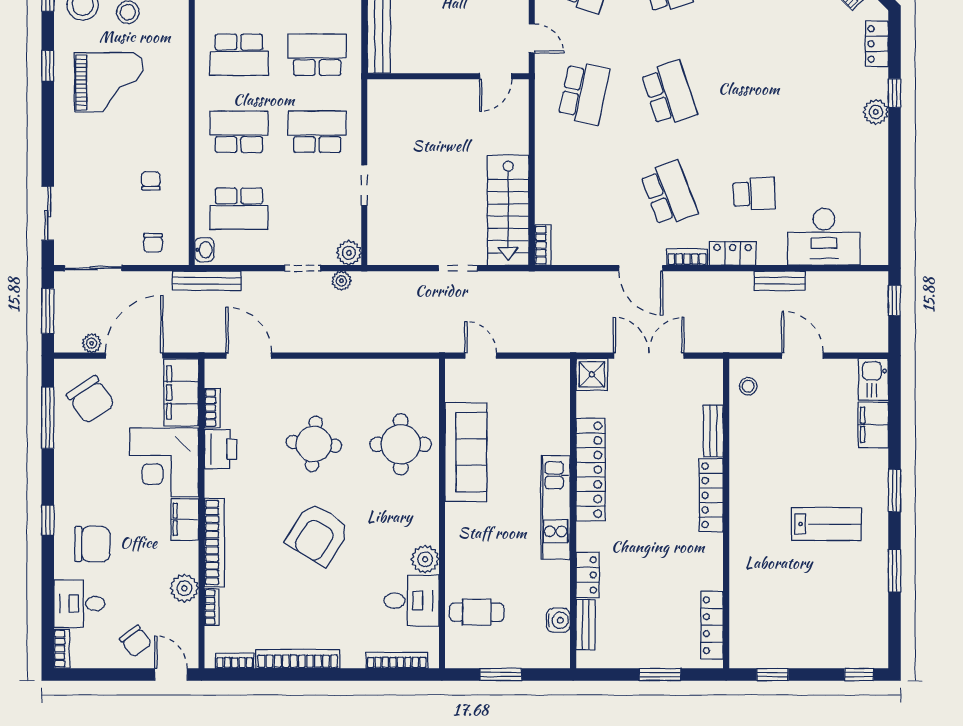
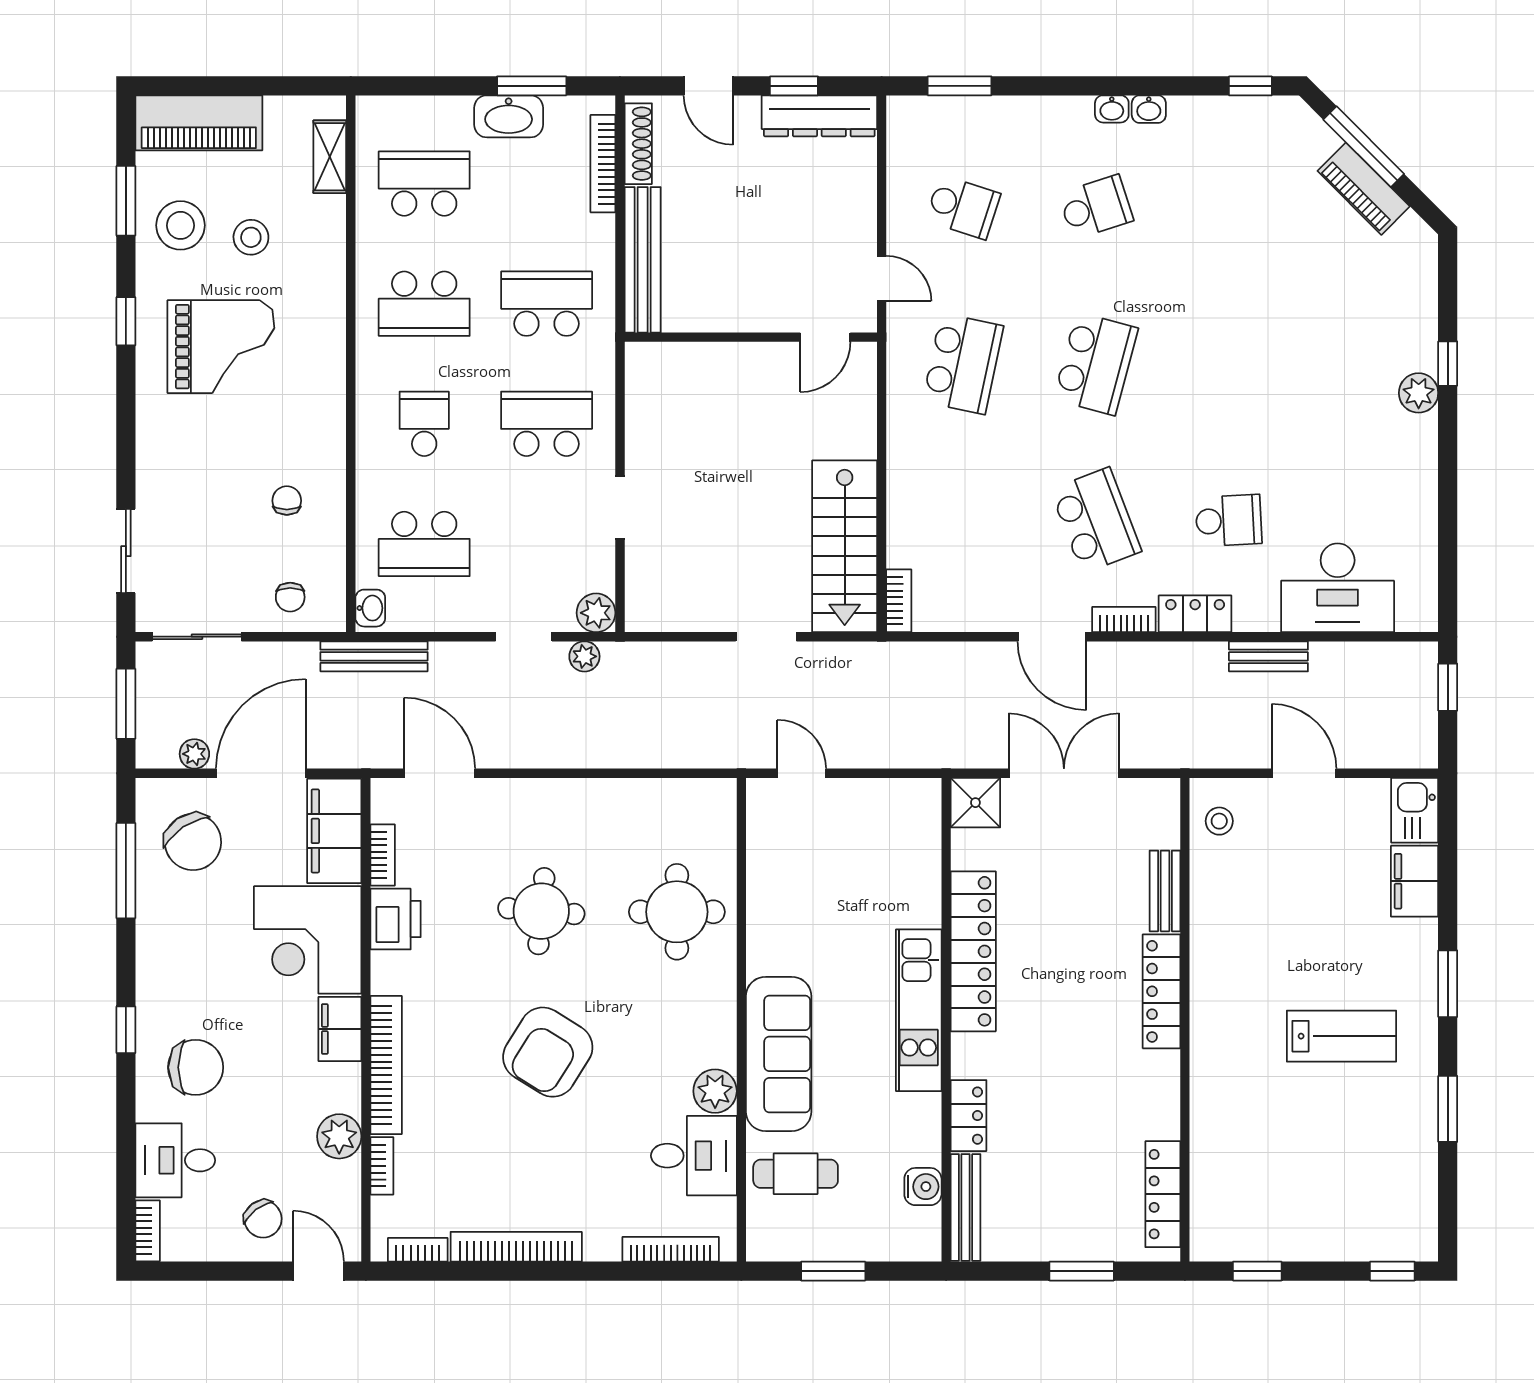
locker: (877, 44) -> (1420, 287), removed
school desk: (669, 93) -> (1096, 364), turned 33
school desk: (239, 132) -> (424, 424), width x0.54
sofa: (466, 452) -> (779, 1054), moved
bench: (586, 625) -> (966, 1207), width x1.36

